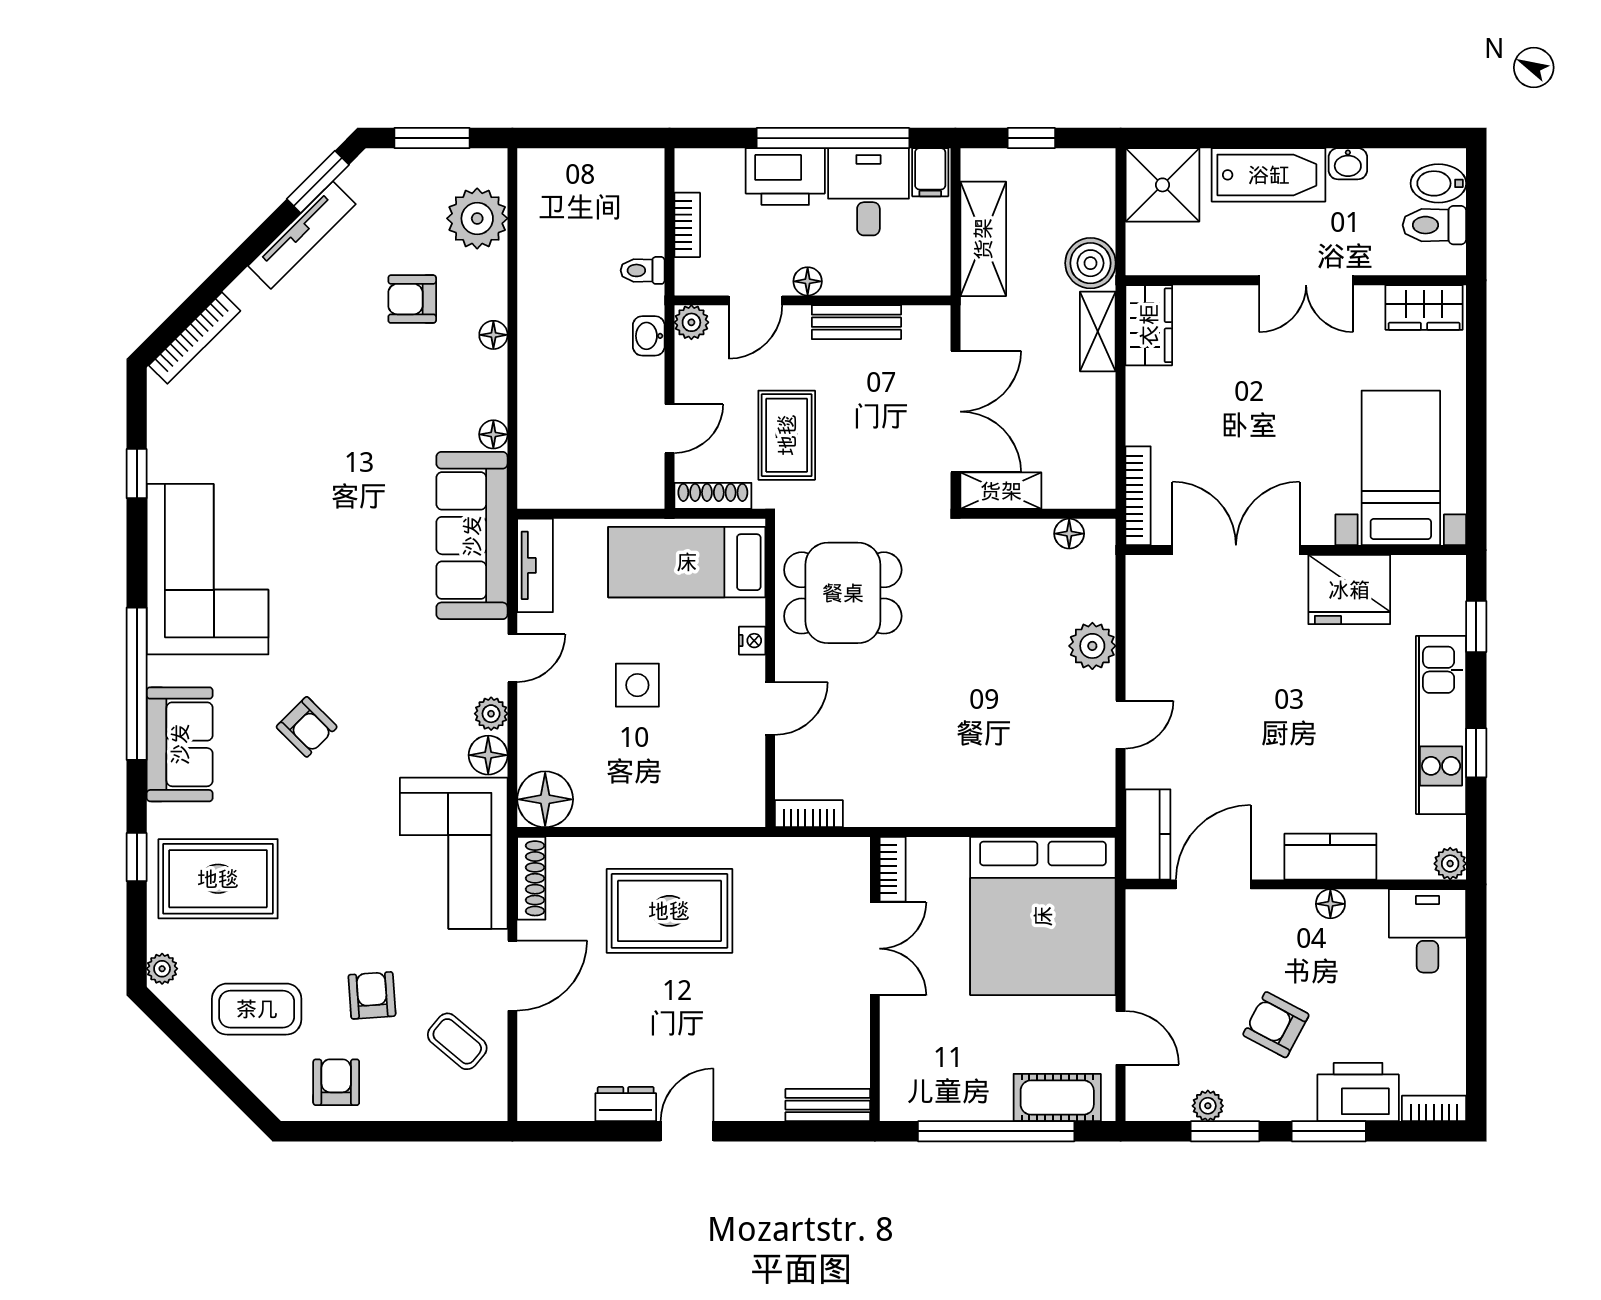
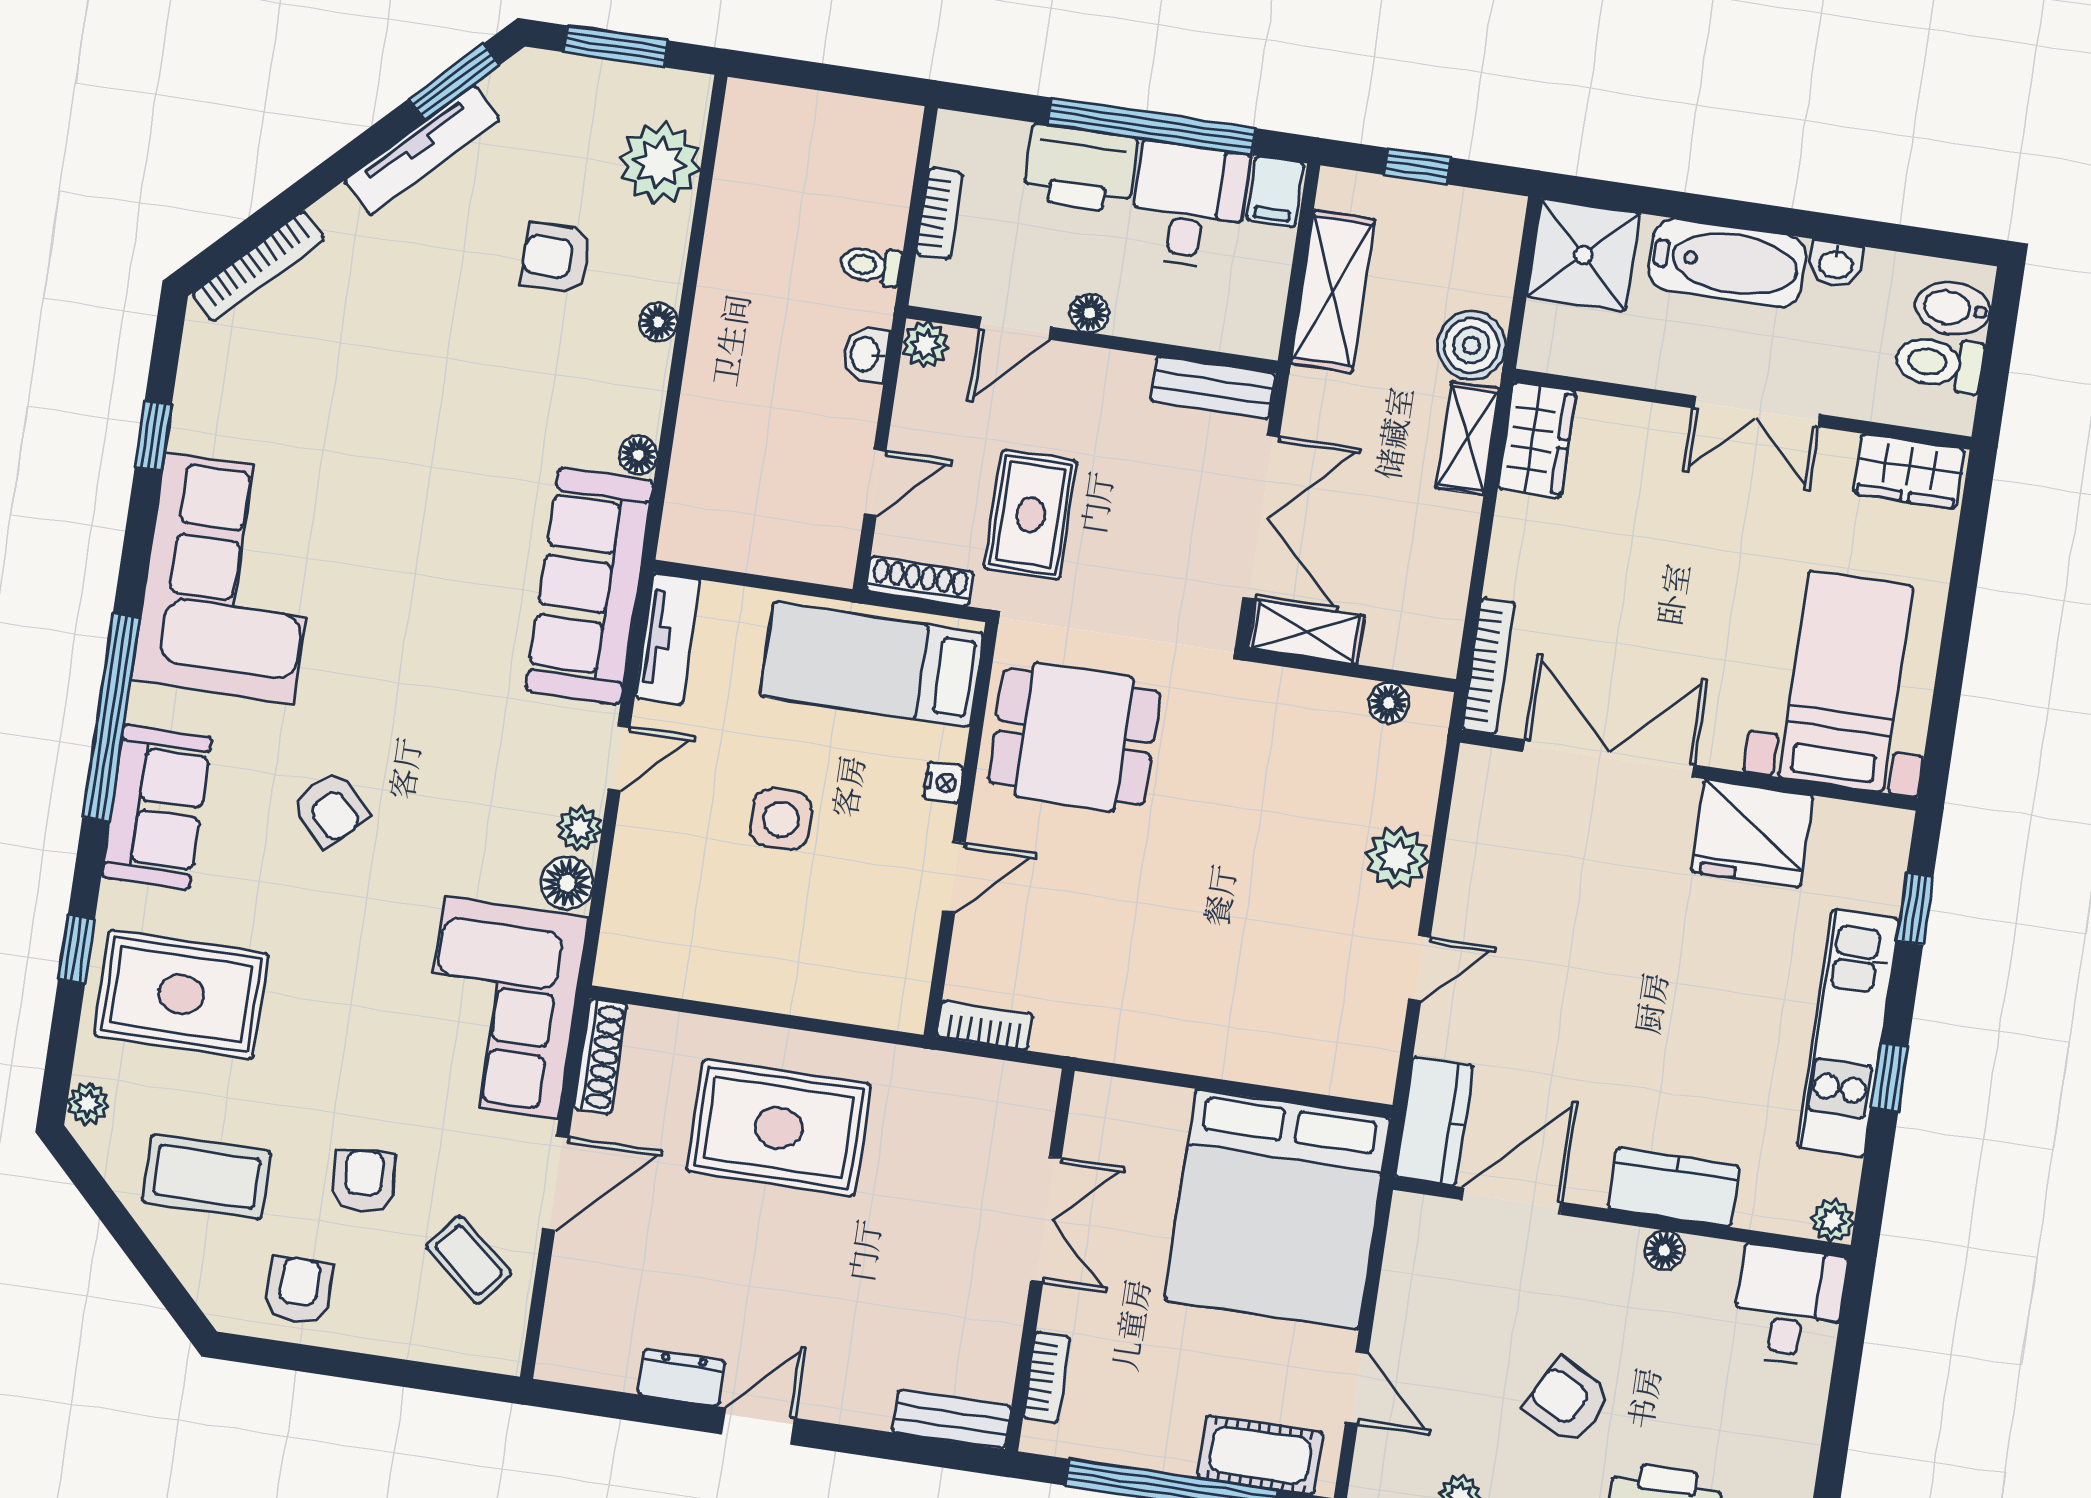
bench: (856, 322) -> (1213, 387), moved
floor lamp: (545, 799) -> (635, 954), removed
bookcase: (893, 869) -> (1047, 1377), moved

